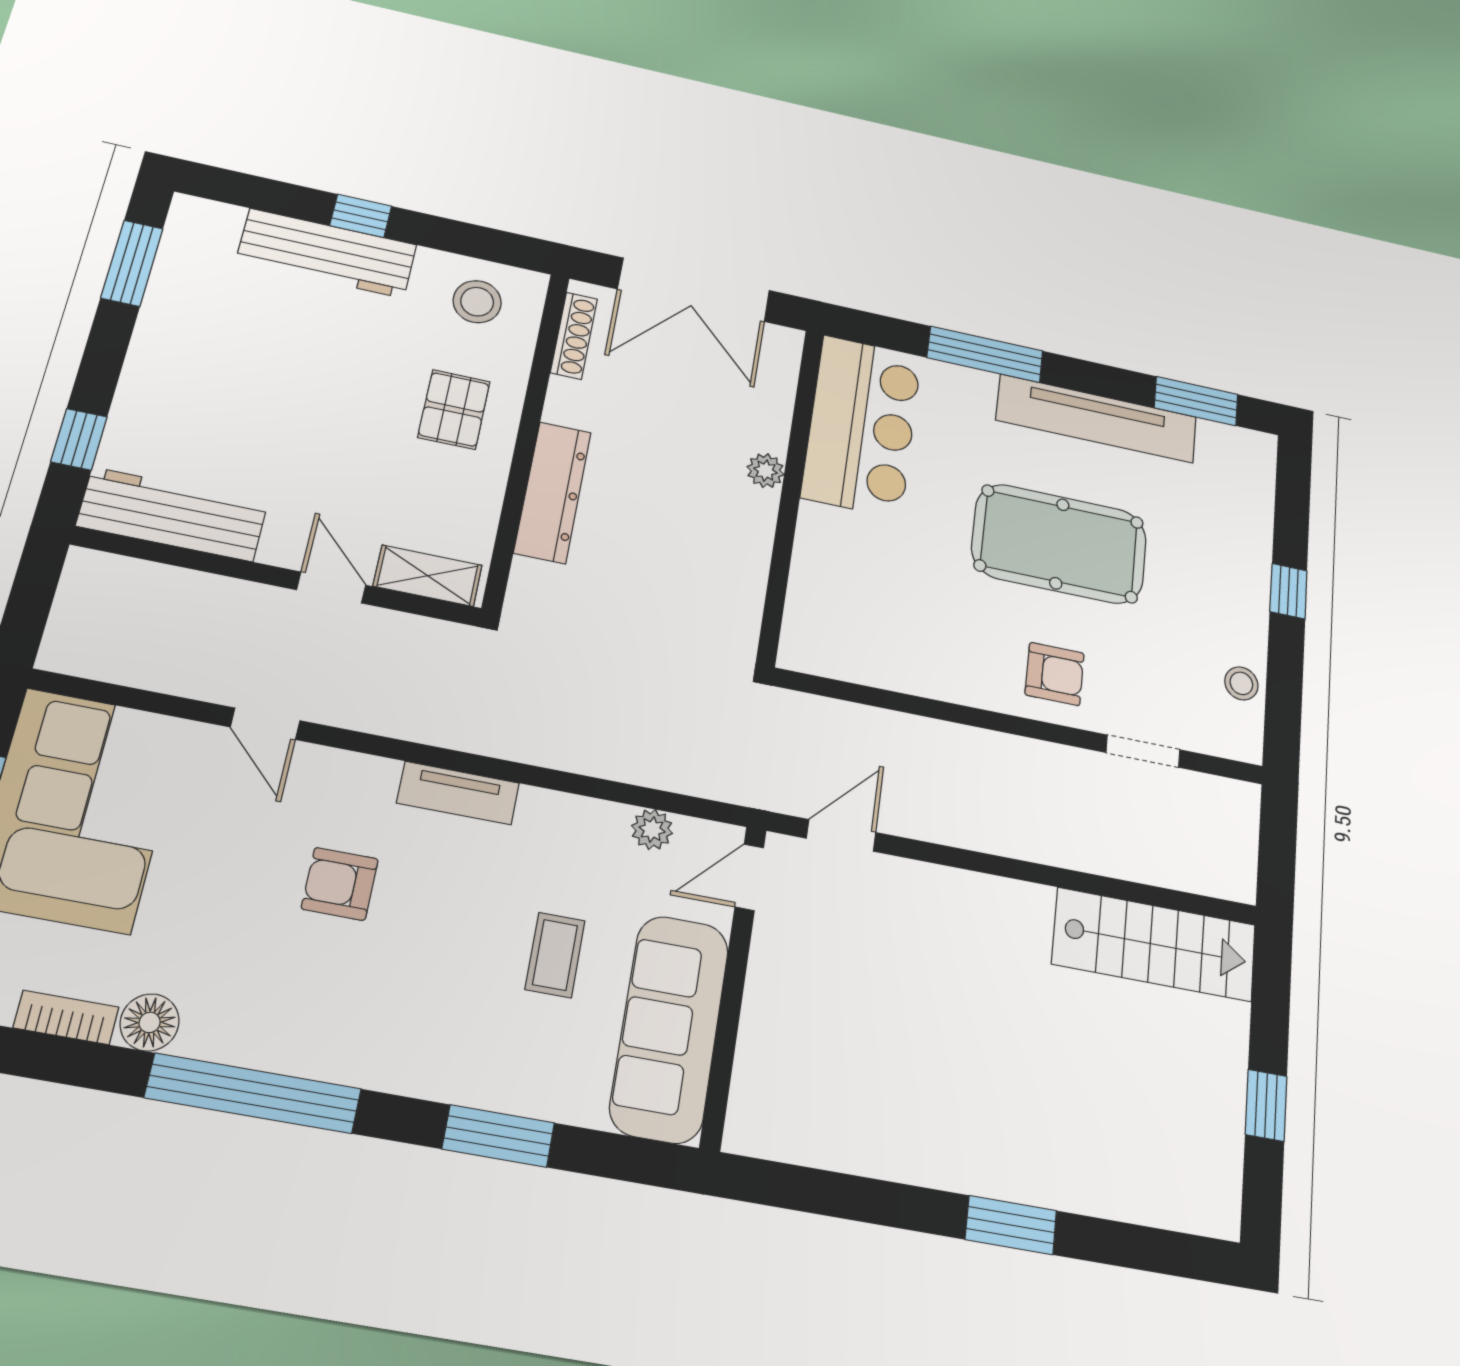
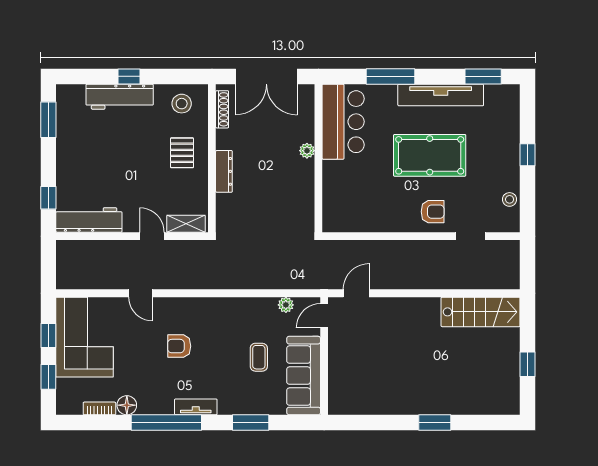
dresser: (553, 492) -> (224, 171), width x0.73, depth x0.80
tv unit: (458, 793) -> (196, 407), moved, turned 180

